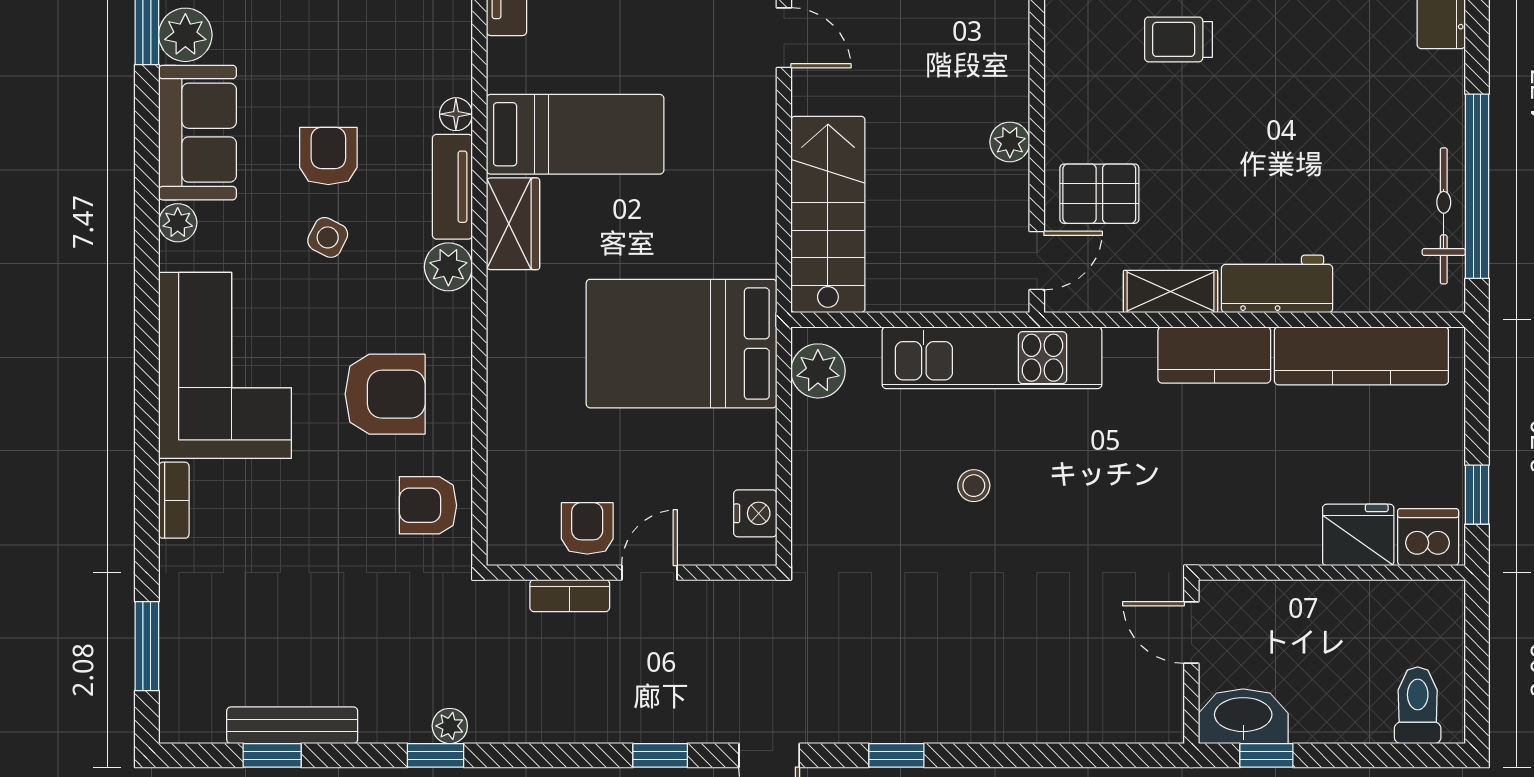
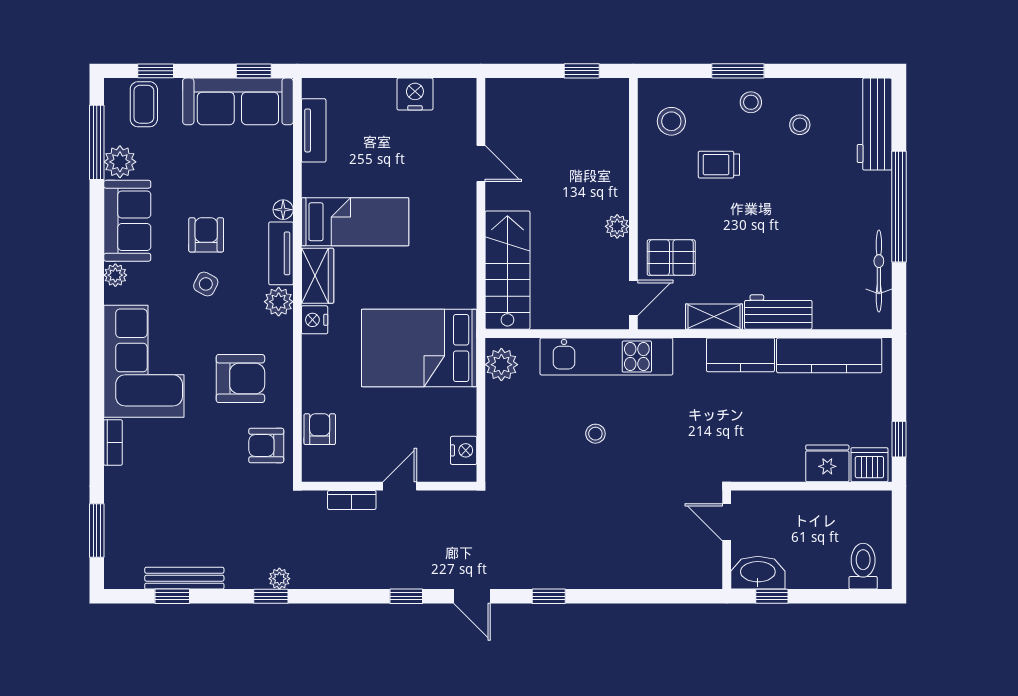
window: (1477, 186) -> (899, 207), moved
nightstand: (508, 297) -> (315, 320), added
armchair: (587, 528) -> (320, 429), moved

